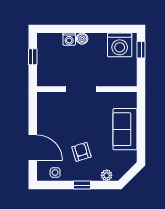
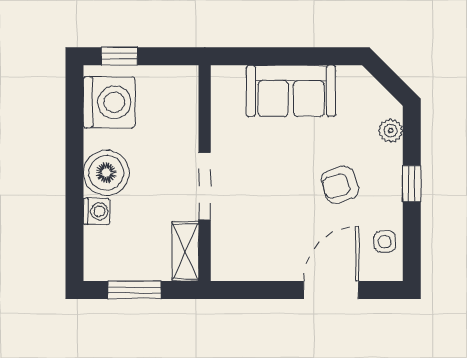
boiler: (82, 39) -> (106, 173), width x1.86, depth x1.86
window: (33, 57) -> (135, 290), width x1.50
shelving: (51, 80) -> (185, 251), added

